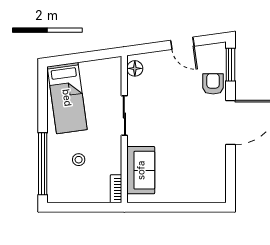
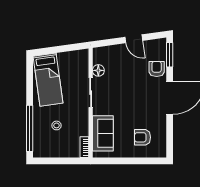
floor lamp: (135, 68) -> (98, 70), moved
armchair: (194, 176) -> (143, 137), added

